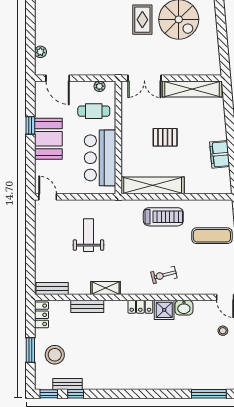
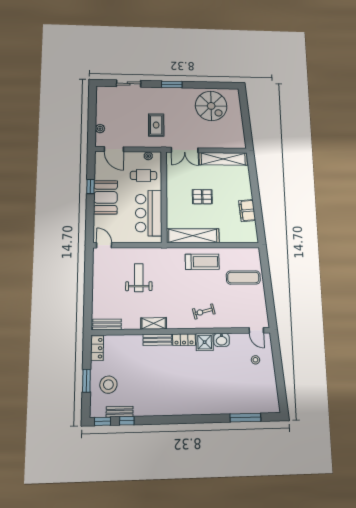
rug: (142, 20) -> (156, 125), moved
bench: (87, 306) -> (157, 340), moved

